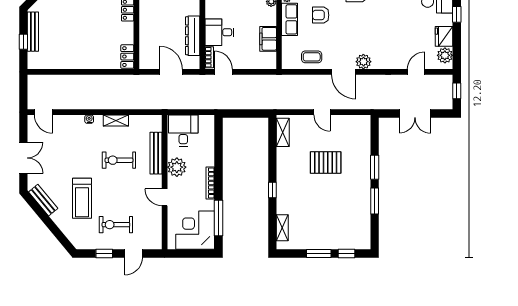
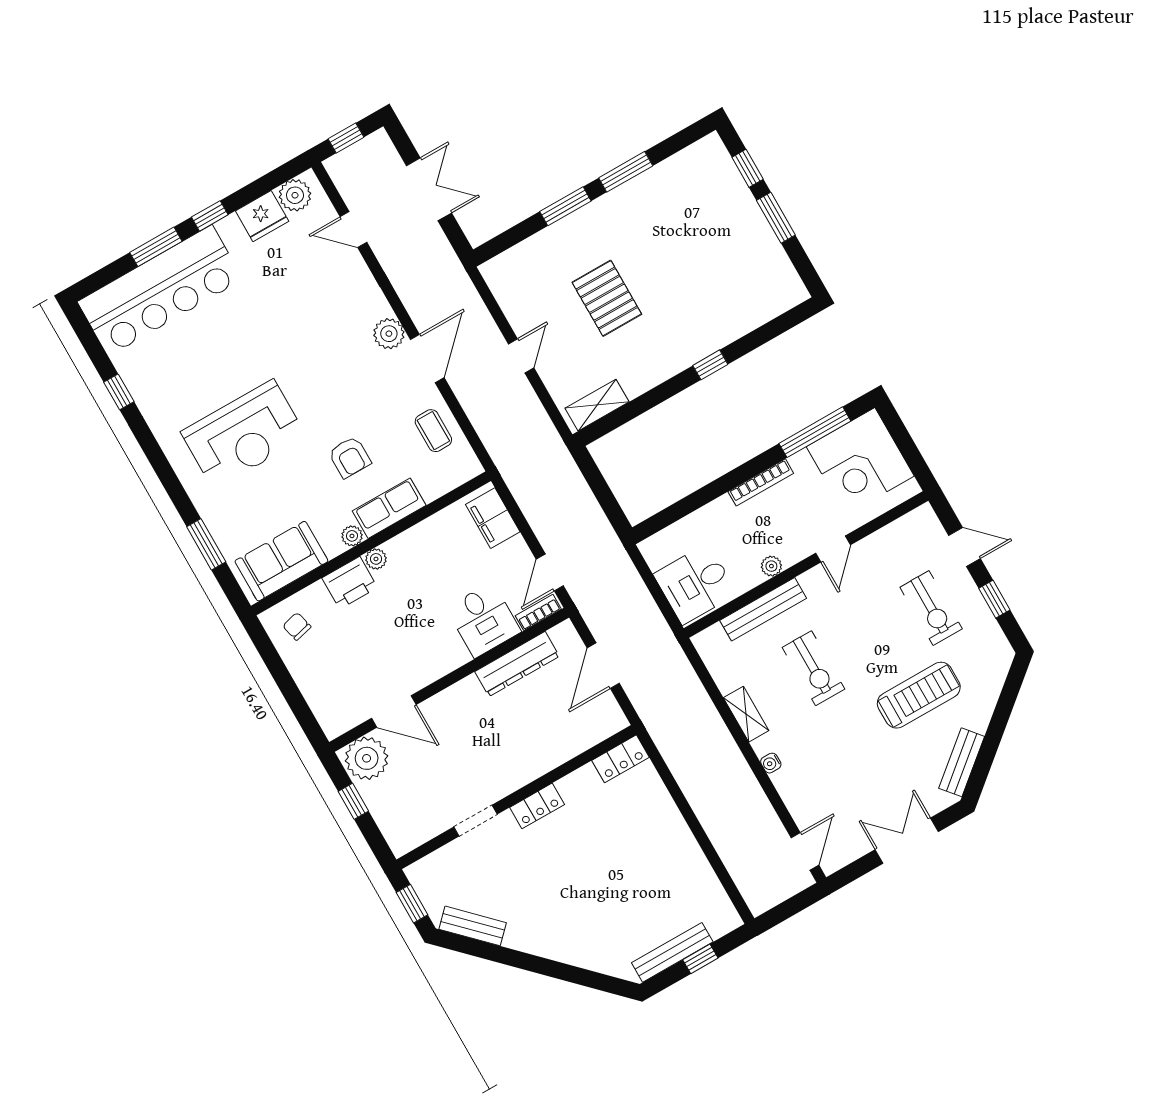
filing cabinet: (268, 39) -> (493, 518), moved, turned 90
plant: (177, 167) -> (771, 566), width x0.53, depth x0.53
shelving: (282, 228) -> (767, 309), removed

